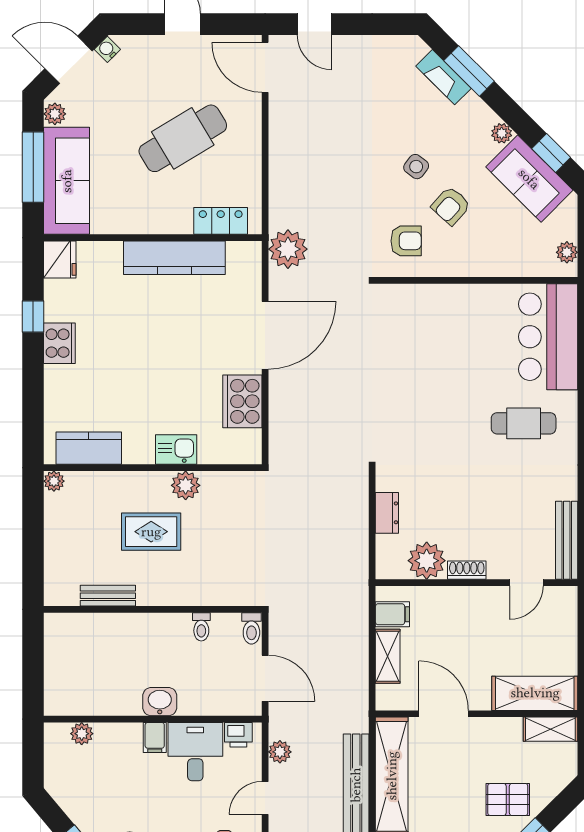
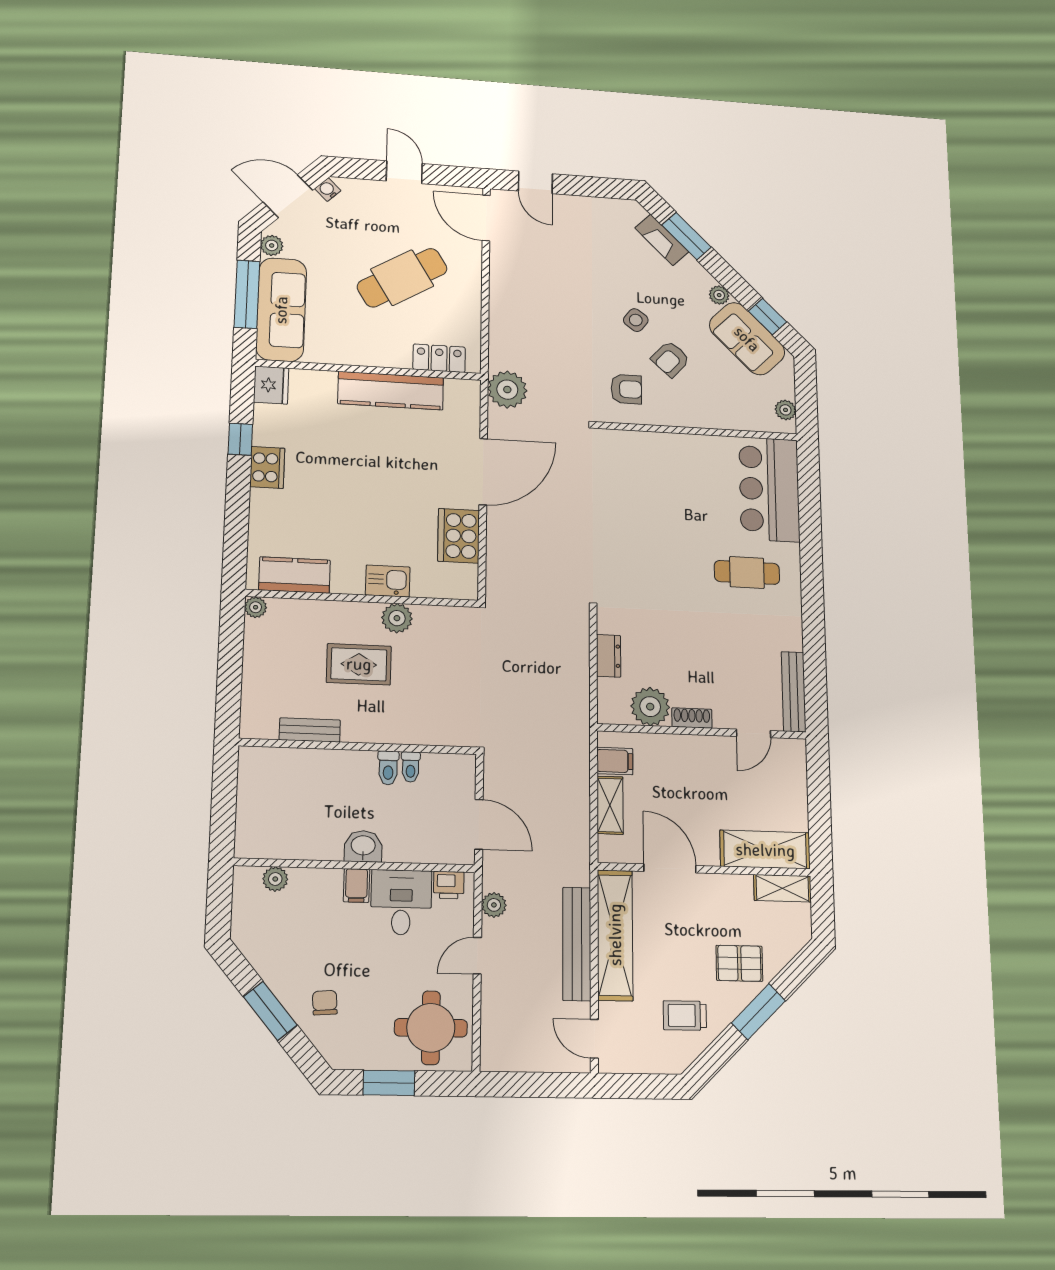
toilet: (251, 628) -> (388, 768), moved

